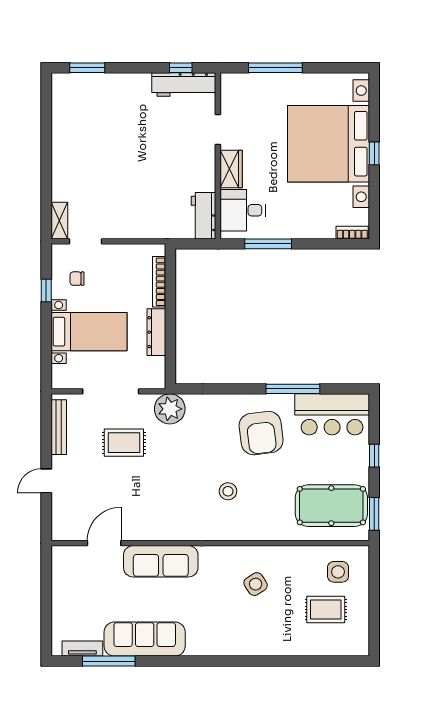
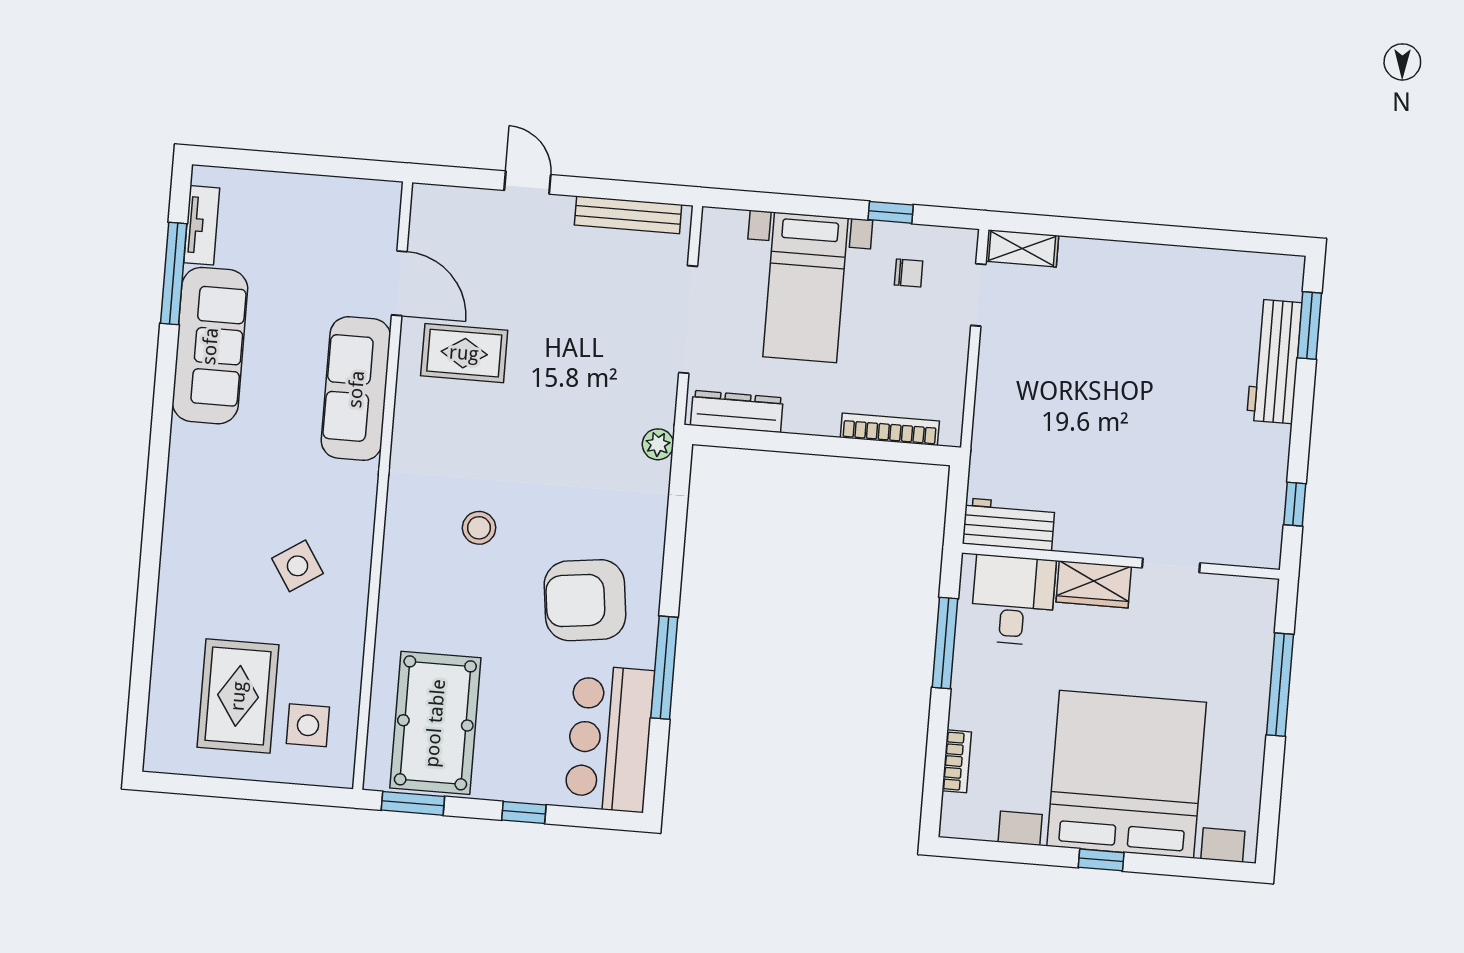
workbench: (184, 85) -> (1274, 361), moved
bookcase: (352, 233) -> (957, 761), moved
chair: (77, 279) -> (909, 273), turned 90
dresser: (156, 332) -> (737, 411), moved
plant: (170, 409) -> (658, 444), width x0.53, depth x0.53
rug: (124, 443) -> (464, 353), moved, turned 90
rug: (326, 609) -> (238, 696), width x1.36, depth x1.43

